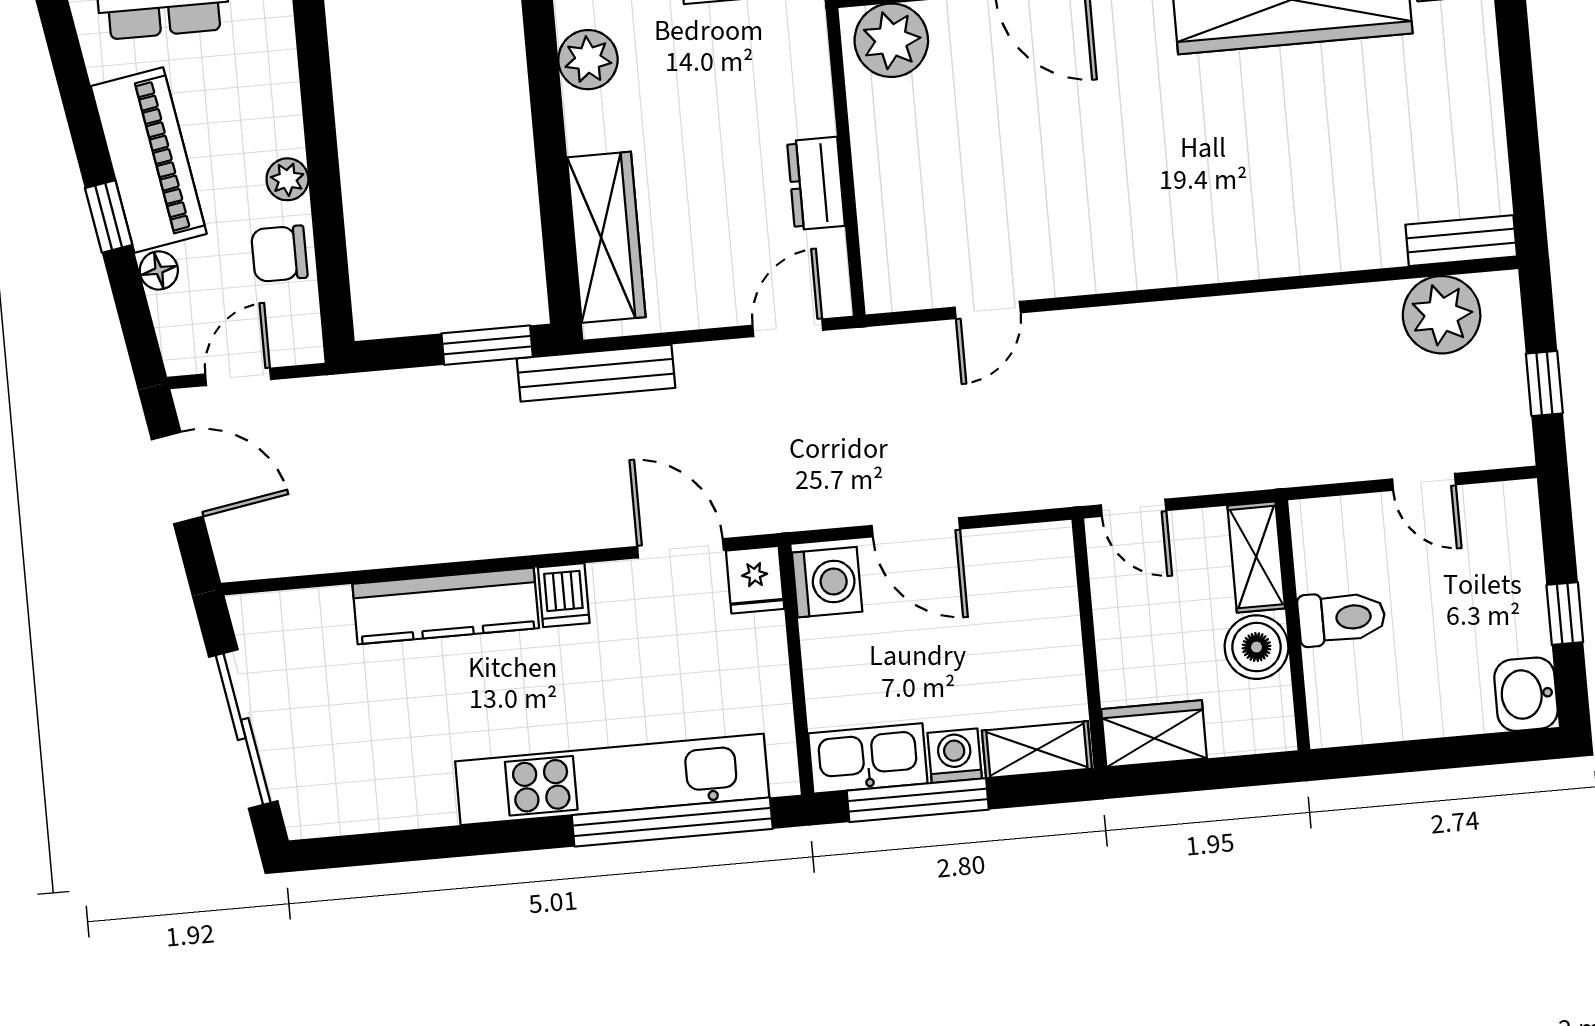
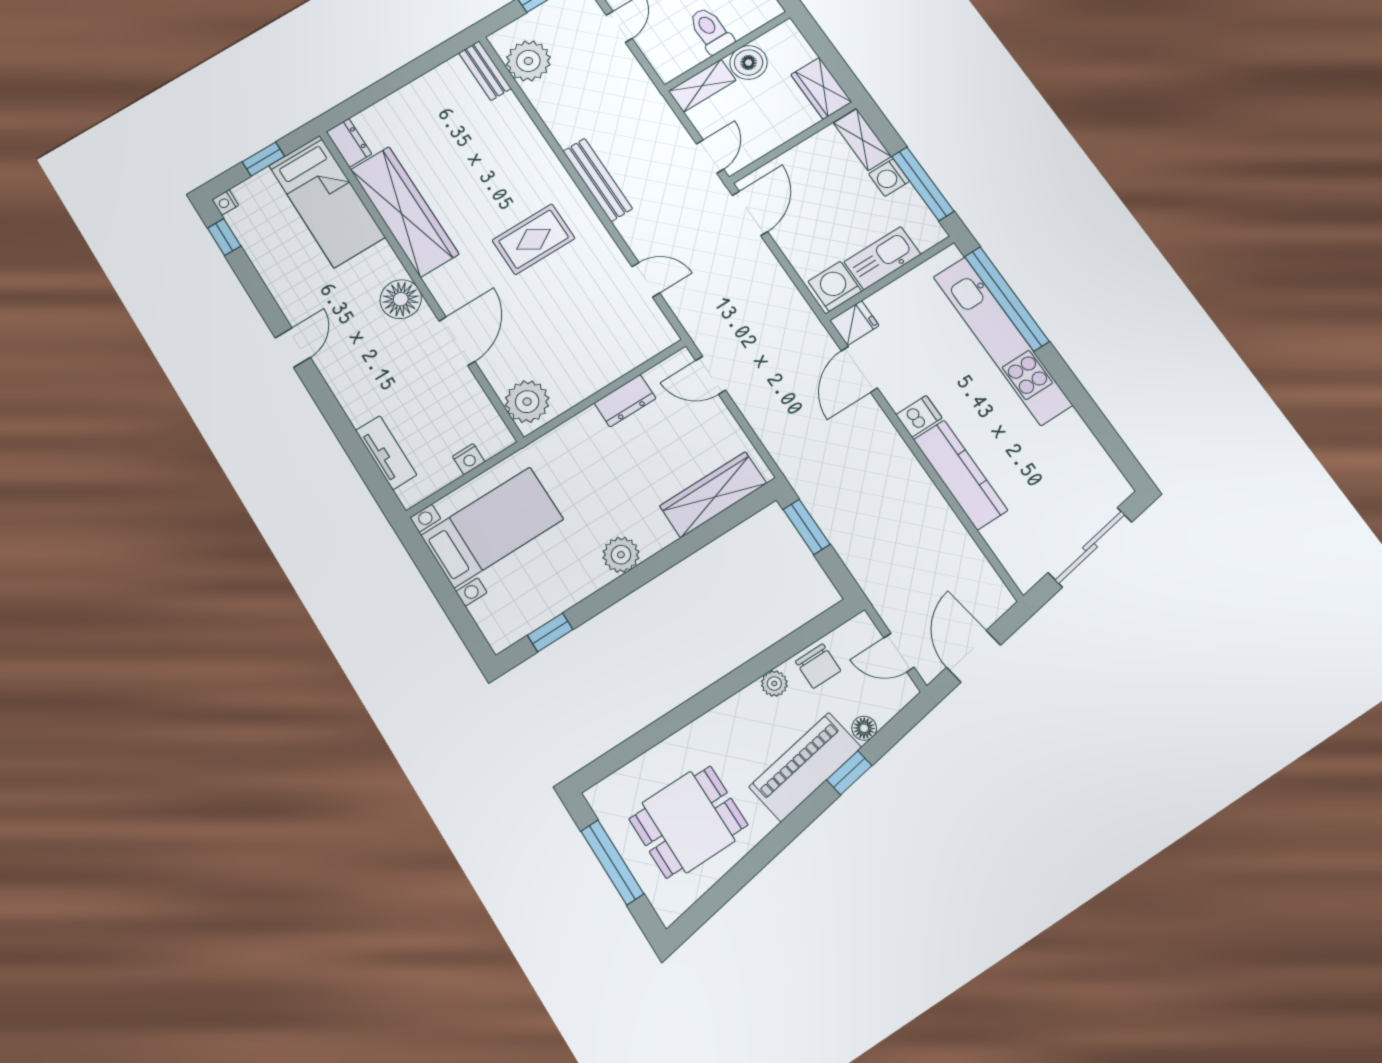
rug: (1143, 177) -> (534, 239), added
bench: (596, 373) -> (598, 180), moved
door: (916, 527) -> (750, 213), moved
kitchen sink: (868, 758) -> (882, 258), moved, turned 90

